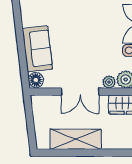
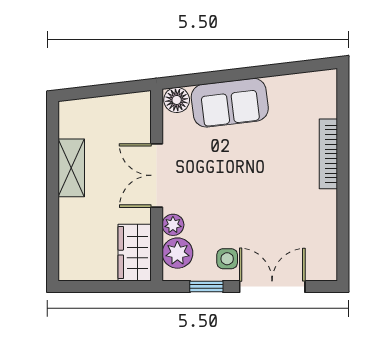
shelving: (76, 139) -> (71, 168), width x0.67, depth x0.75

